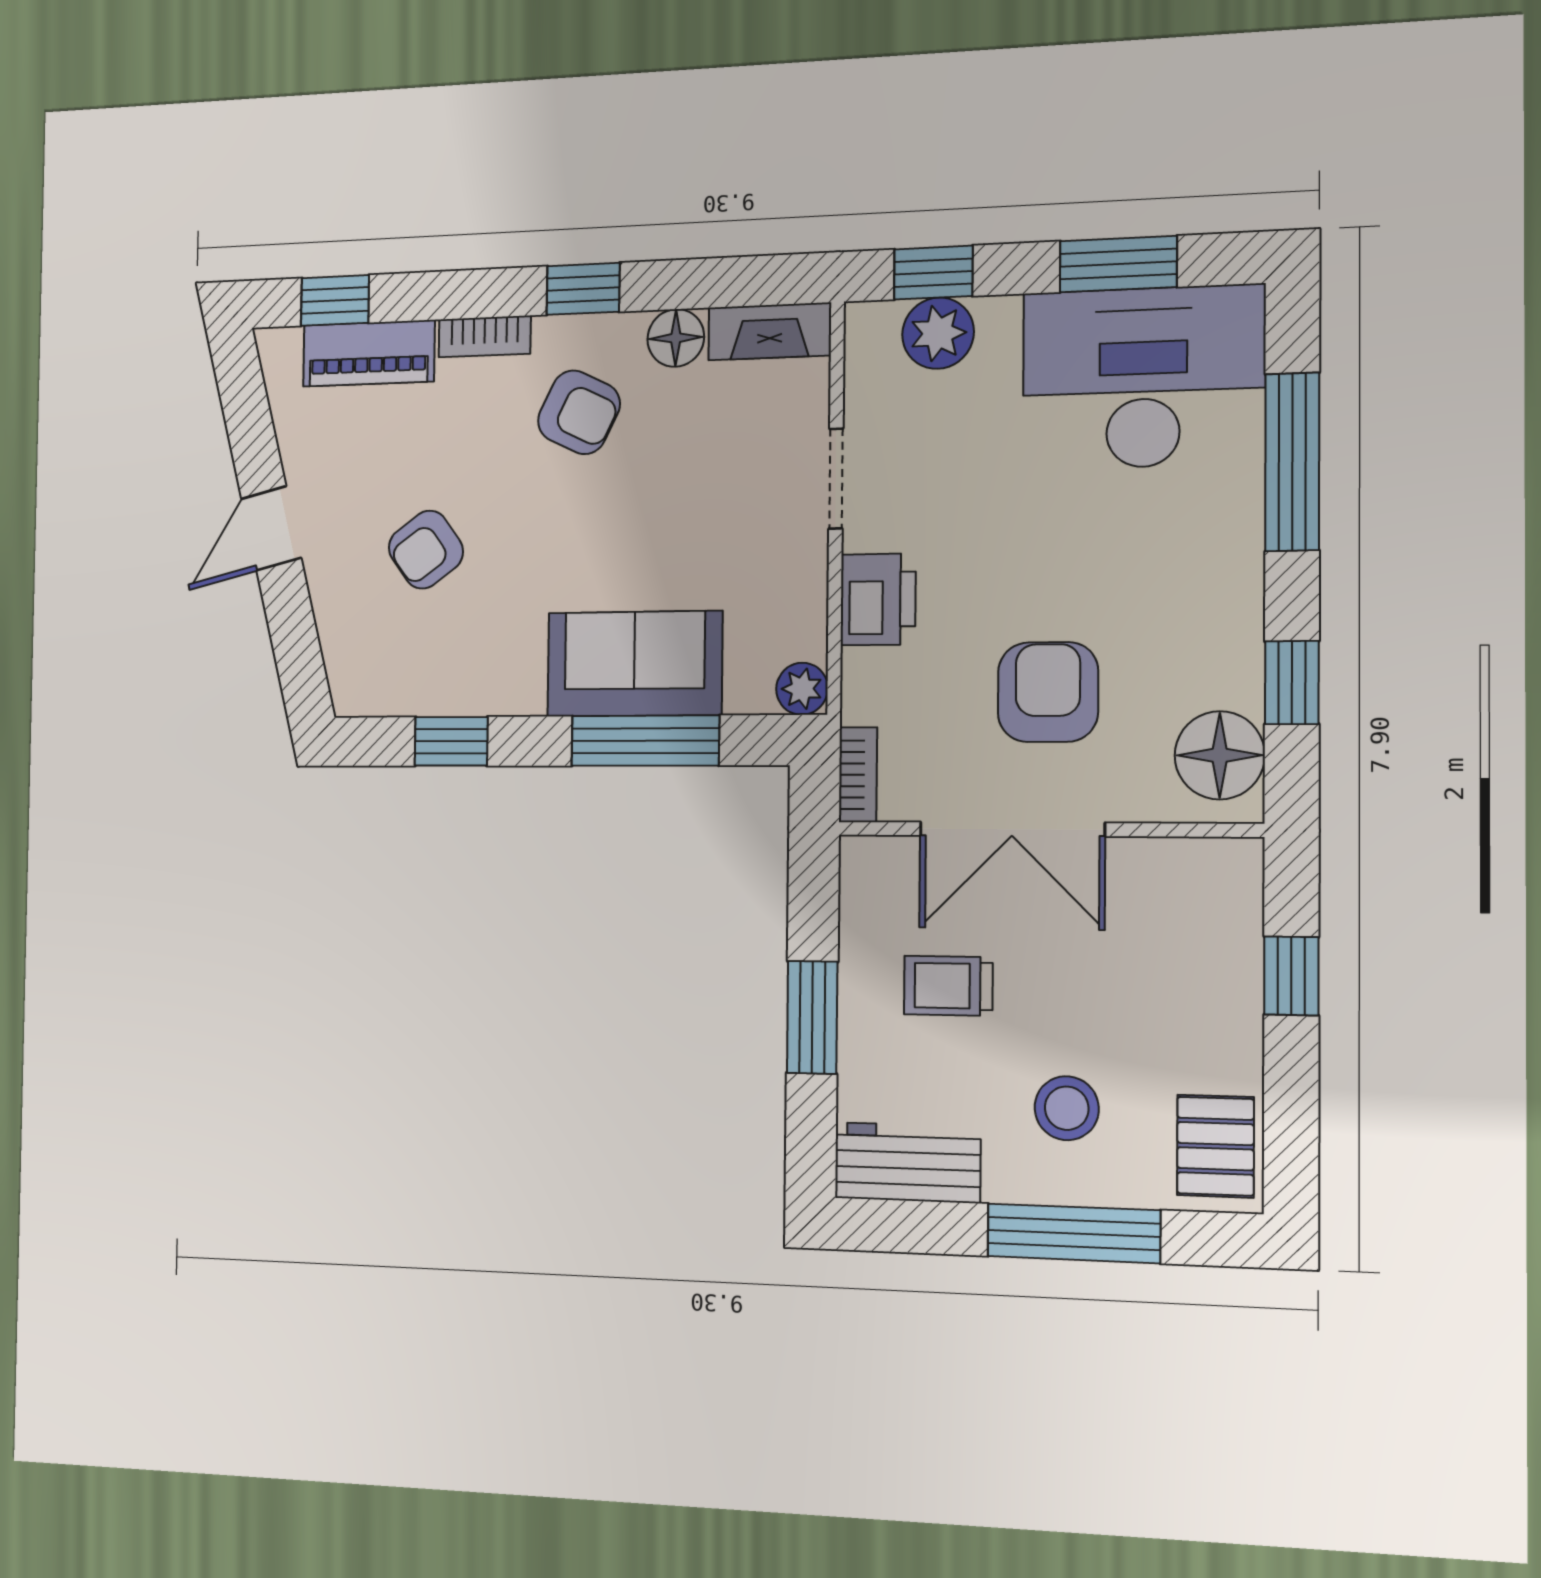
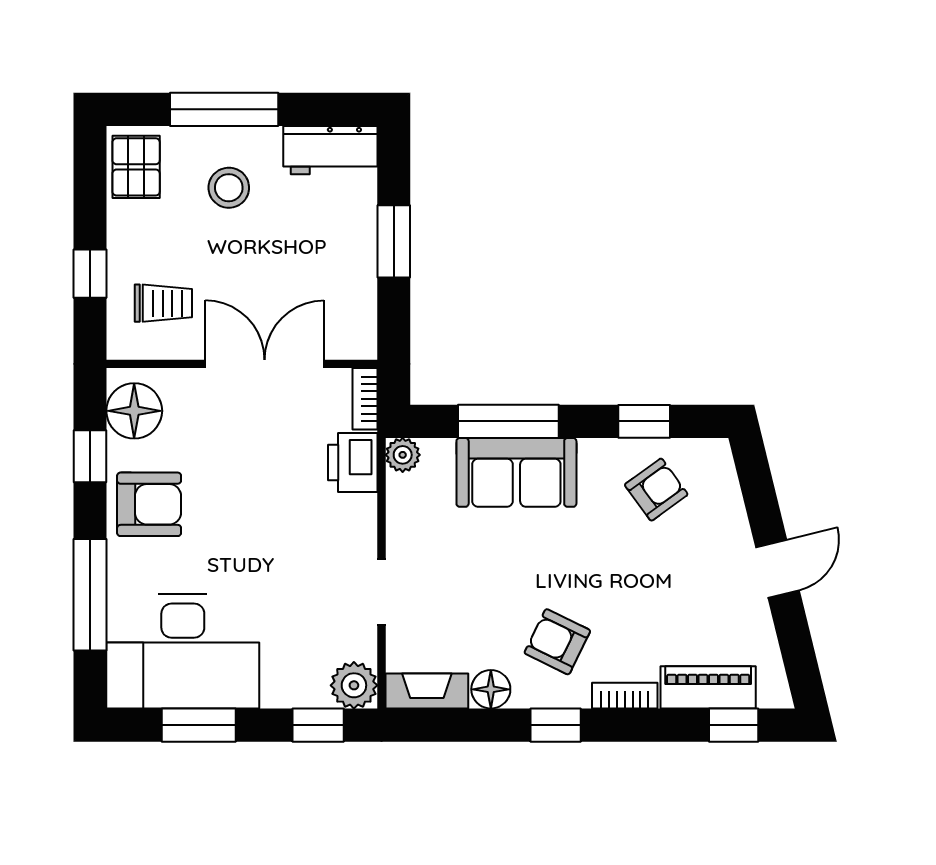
plant: (938, 333) -> (354, 685), moved
armchair: (426, 550) -> (656, 490), moved
printer: (878, 599) -> (353, 463), moved
armchair: (1048, 692) -> (149, 504), moved, turned -90
trolley: (948, 986) -> (163, 303), moved

